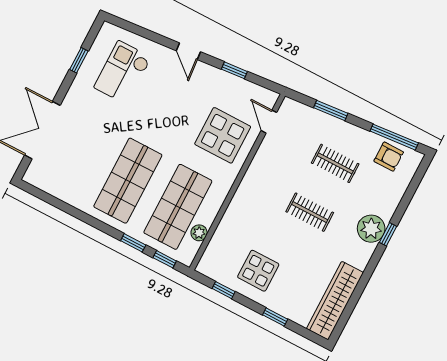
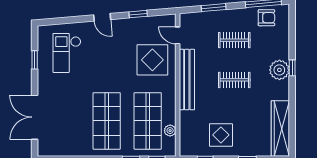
bench: (252, 181) -> (187, 80), added

